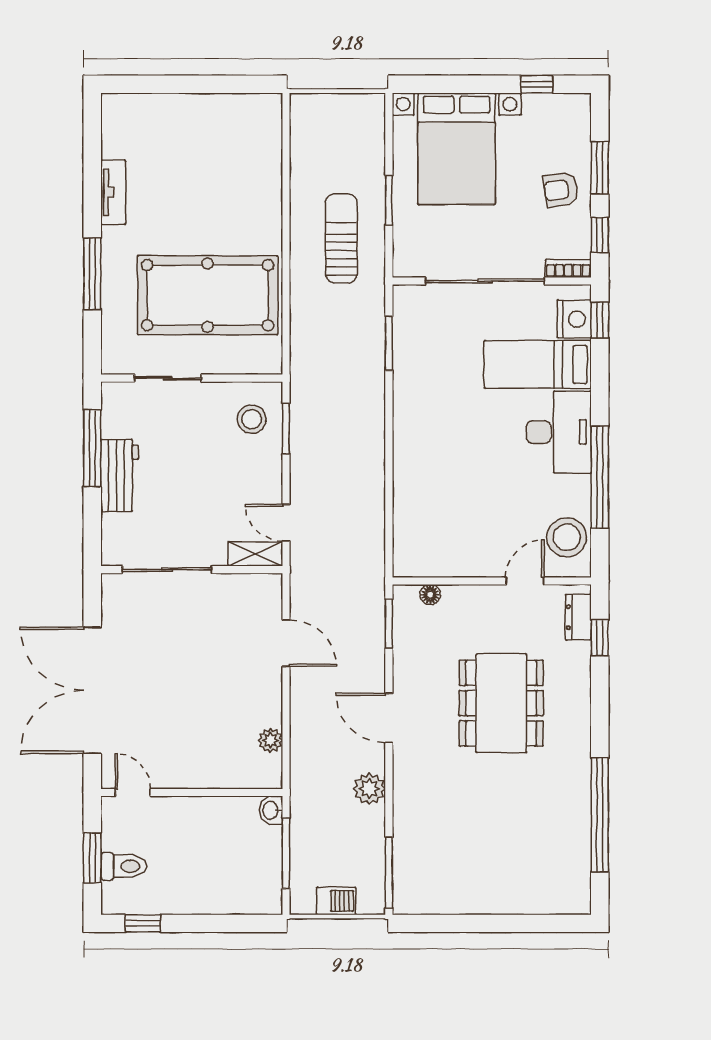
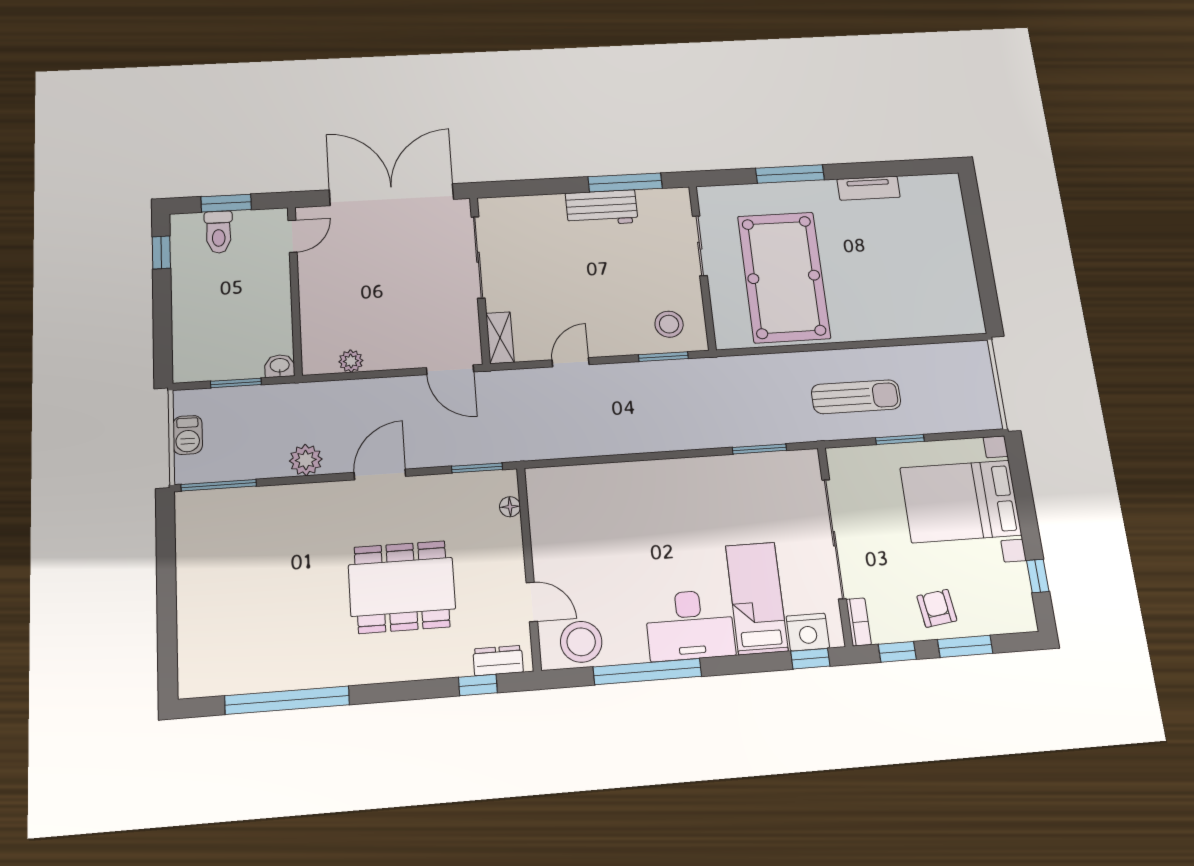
shelving: (255, 554) -> (500, 338), moved
sliding door: (167, 570) -> (478, 257), moved
wall: (192, 570) -> (480, 280), moved
door: (286, 643) -> (450, 370), hinge flipped
window: (286, 853) -> (236, 383), width x0.69

